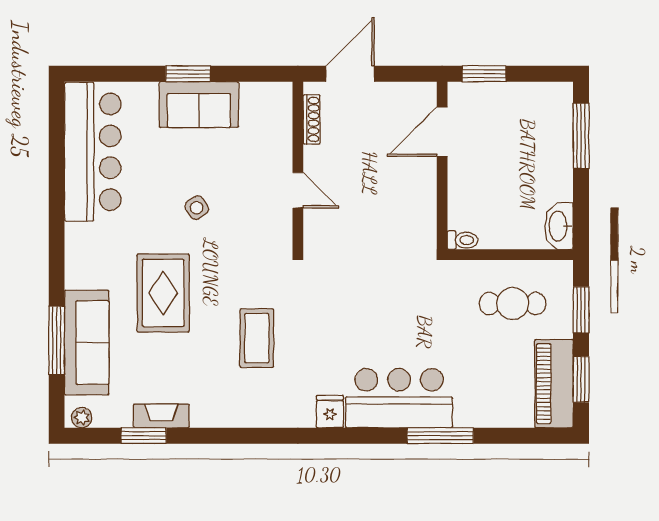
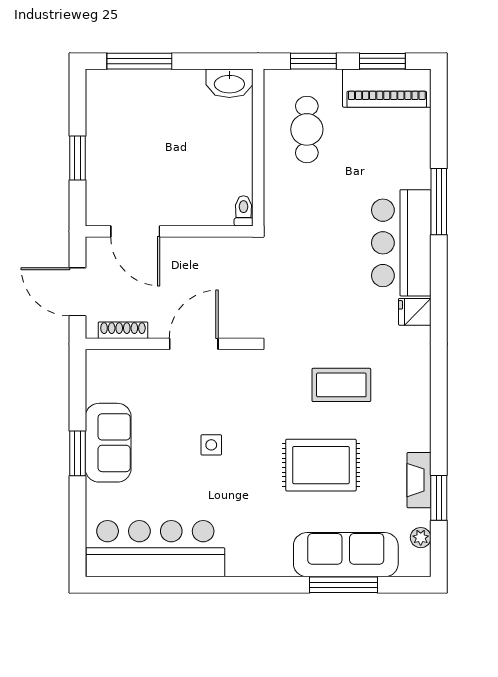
door: (442, 132) -> (135, 231), moved
wall: (442, 166) -> (169, 231), moved
door: (298, 190) -> (194, 344), width x1.38
side table: (197, 208) -> (211, 445), turned 34
toilet: (463, 240) -> (244, 211), moved
rug: (163, 293) -> (321, 465), moved
plant: (82, 418) -> (421, 538), moved

